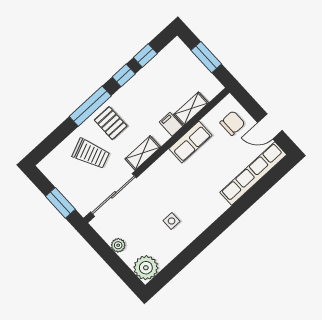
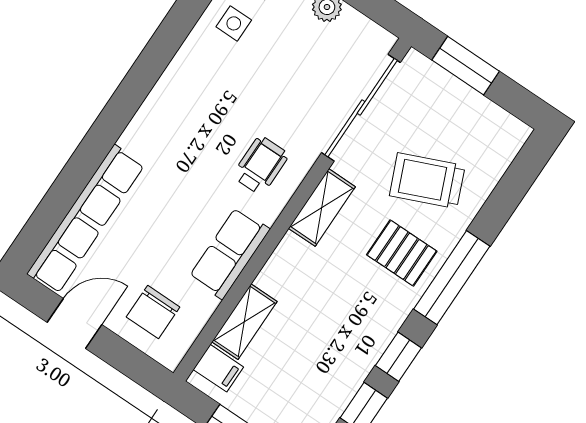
filing cabinet: (171, 124) -> (218, 368), moved
wheelchair: (166, 179) -> (261, 165), added
side table: (172, 221) -> (234, 23), moved

